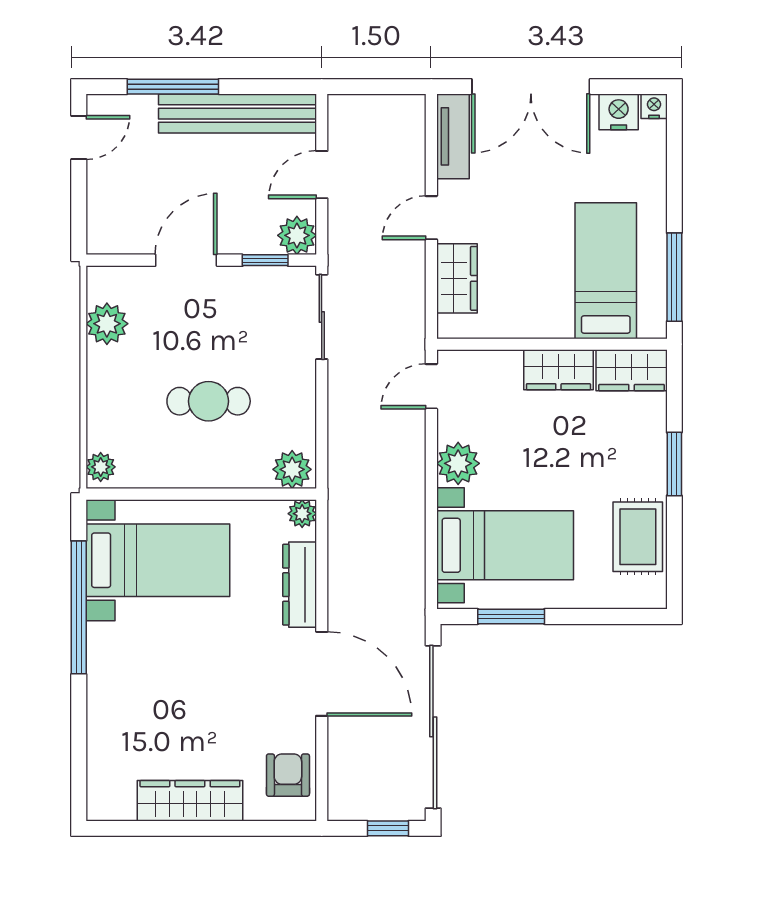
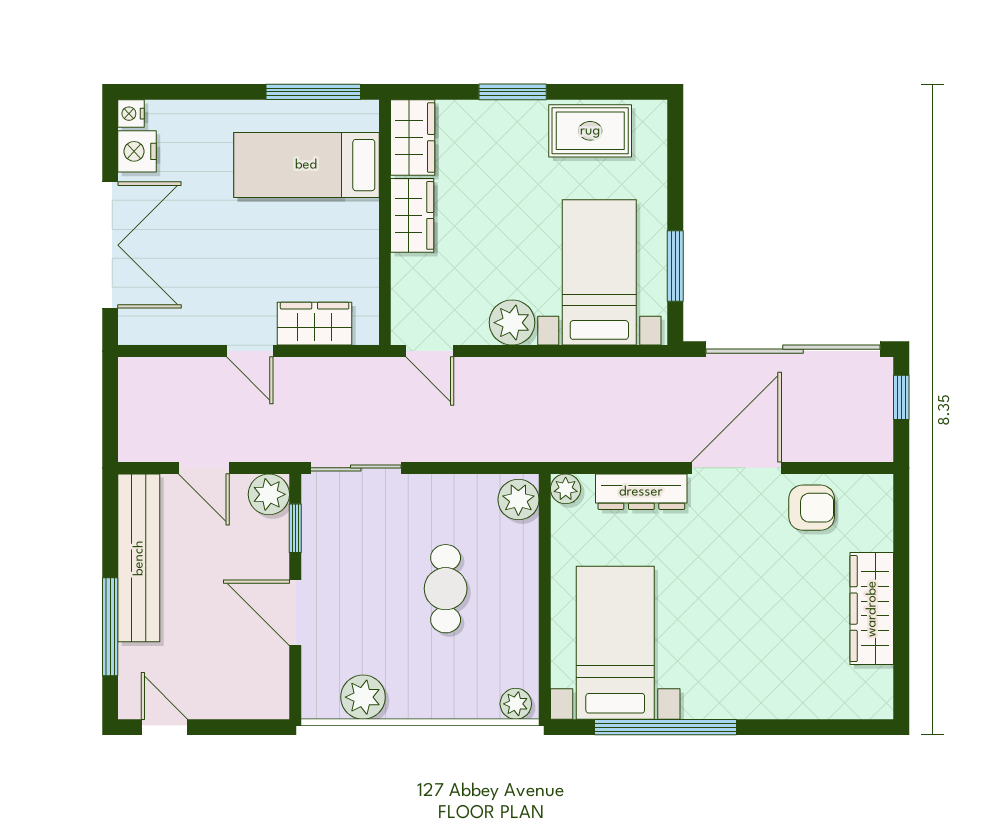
tv unit: (453, 136) -> (163, 328), removed
armchair: (288, 775) -> (812, 508), moved, turned 180

